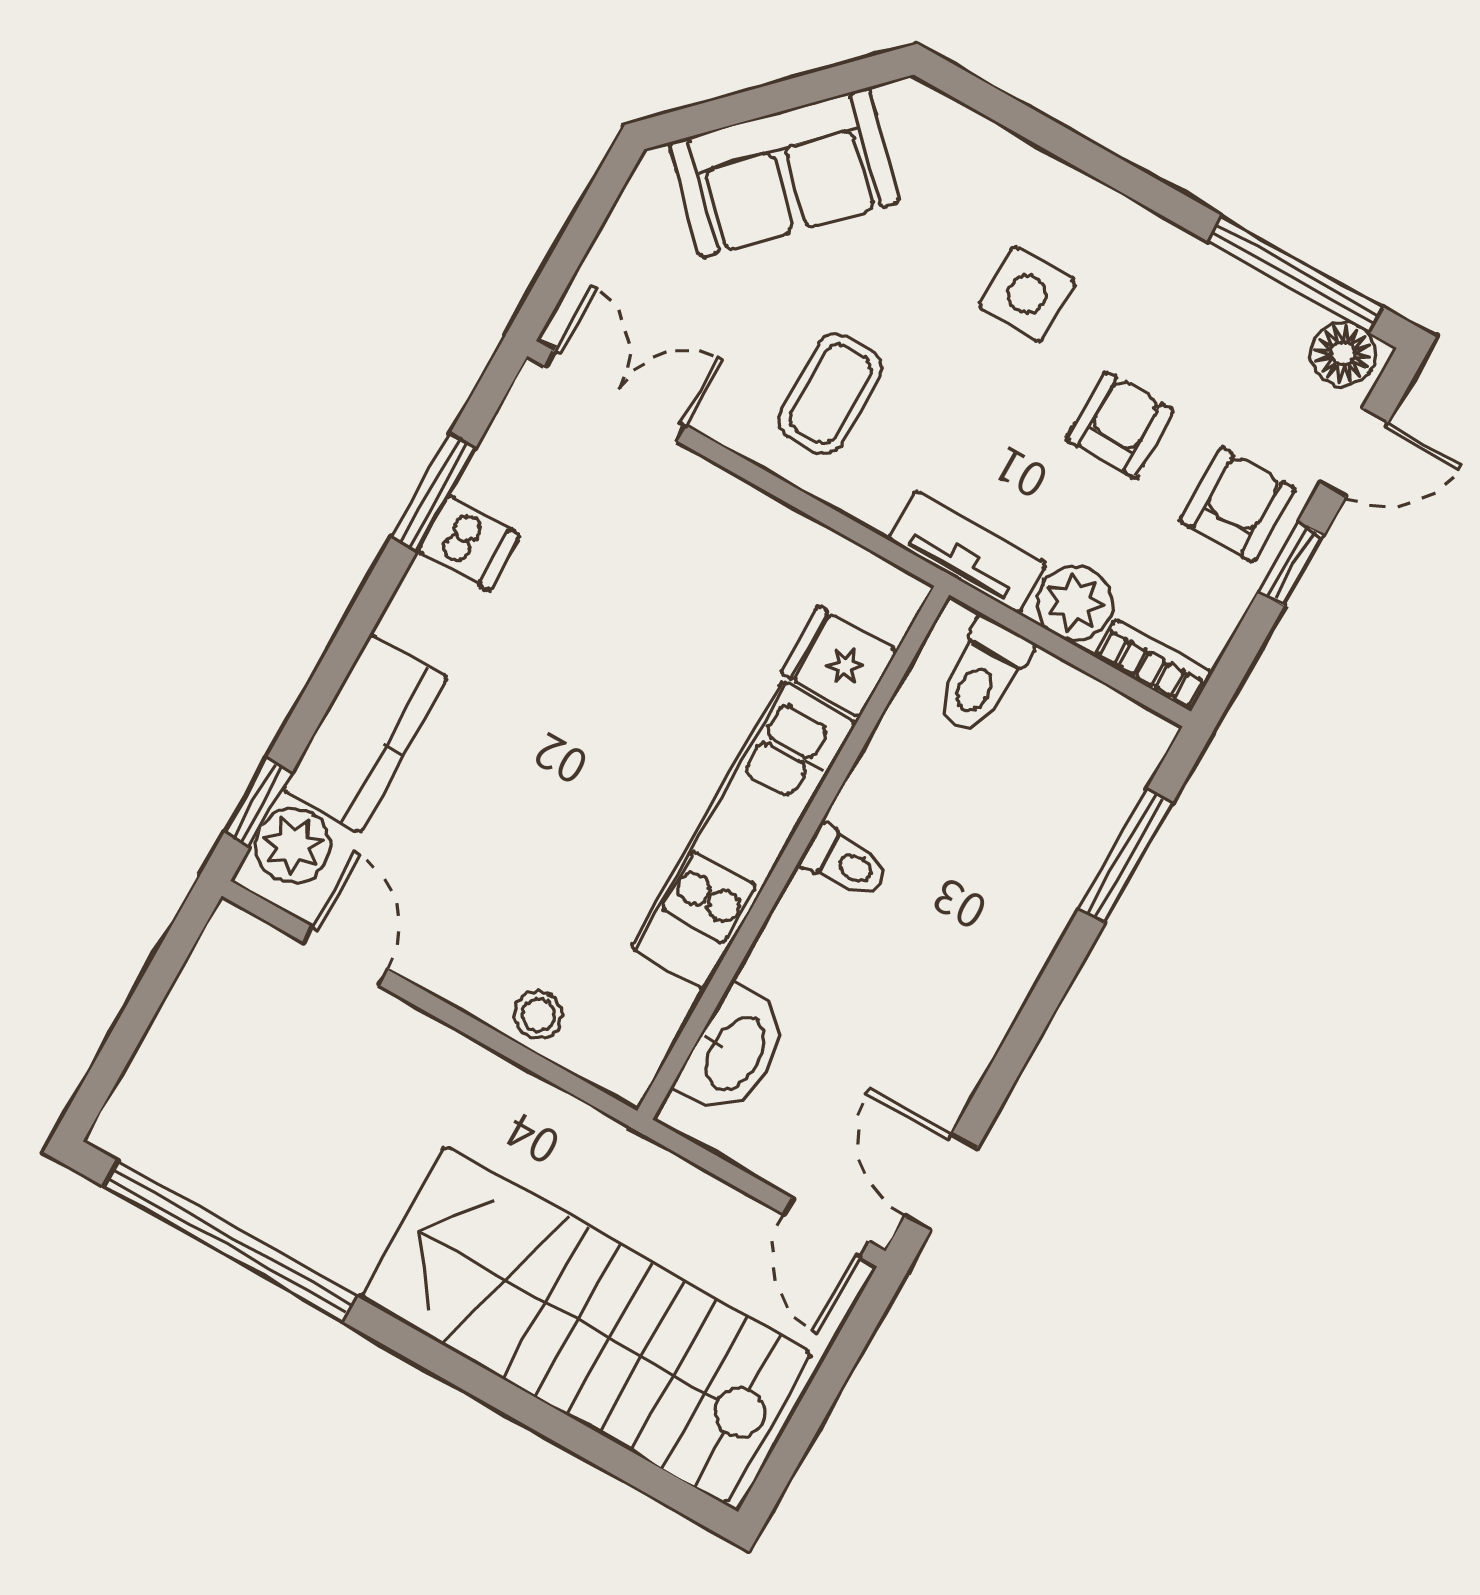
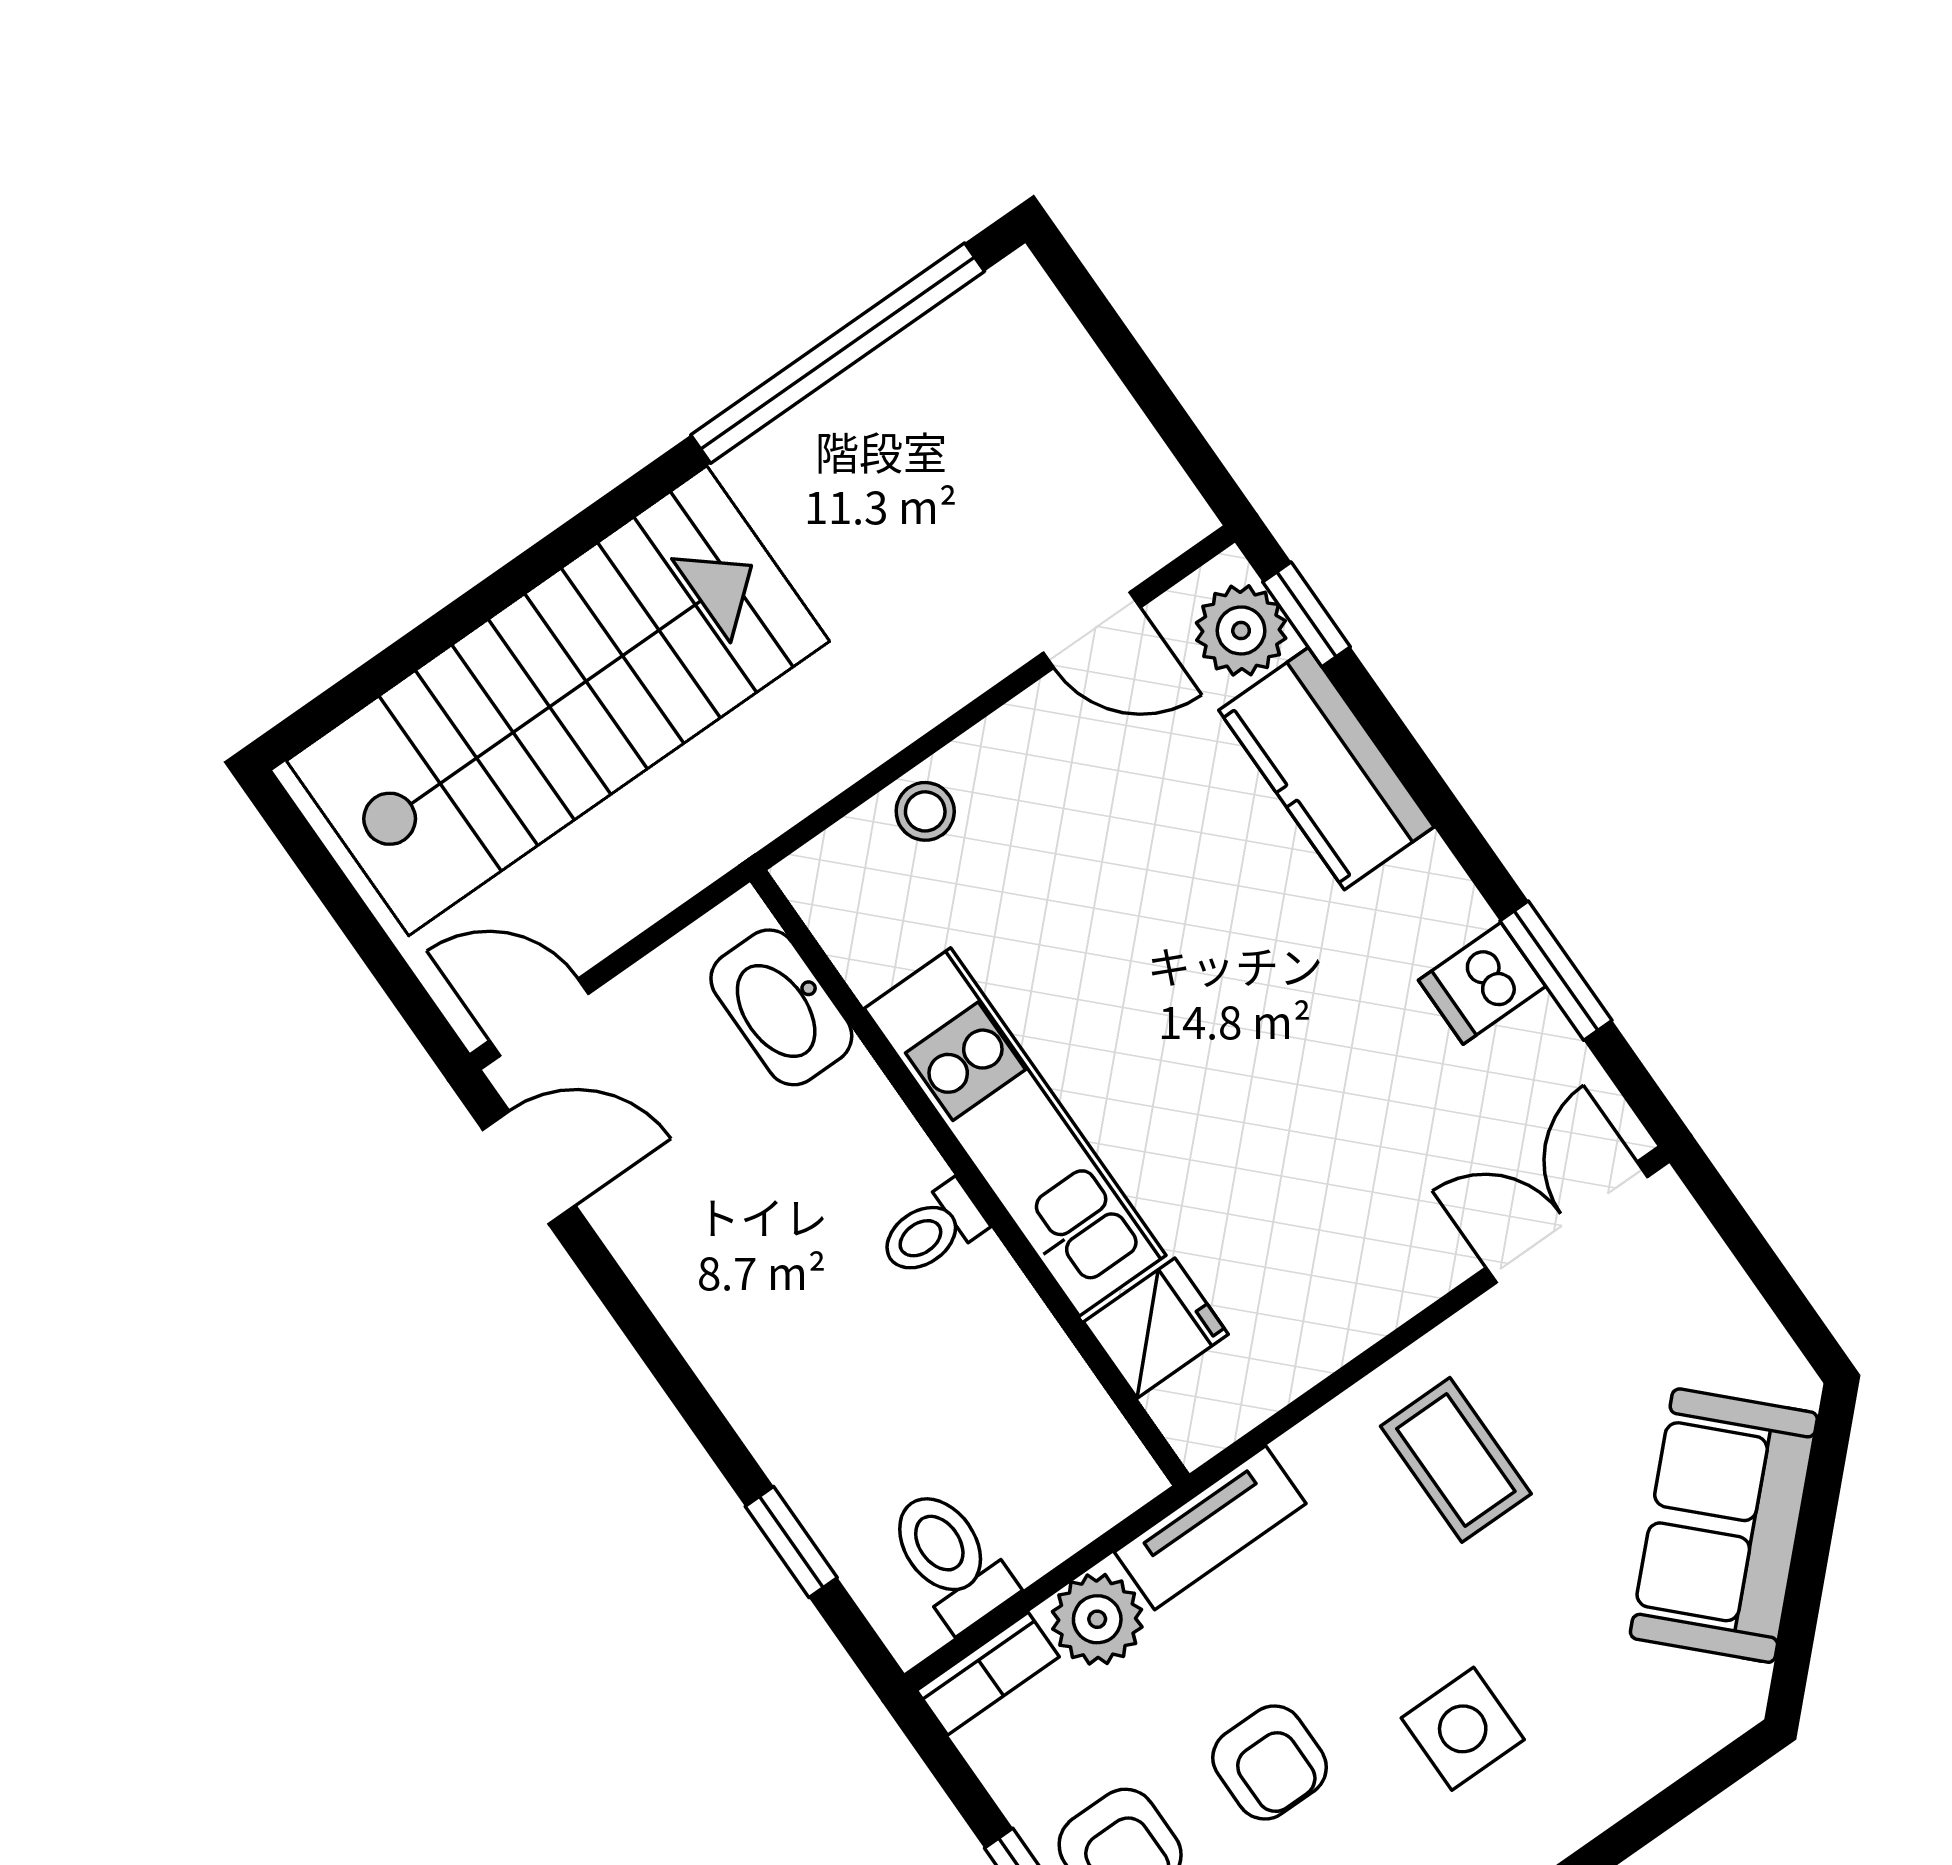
double door: (616, 396) -> (1567, 1222), swing flipped
toilet: (982, 676) -> (950, 1559), moved
window: (1126, 856) -> (791, 1542), width x0.67

